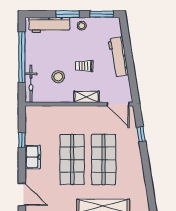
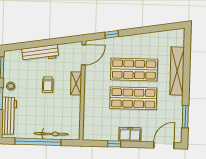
stool: (58, 77) -> (57, 109), removed
bicycle: (31, 84) -> (51, 134), moved

